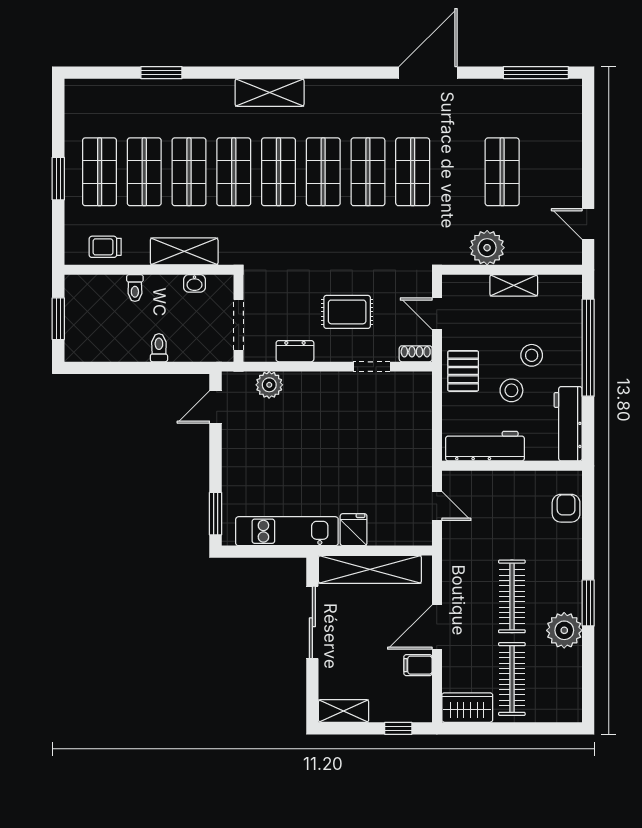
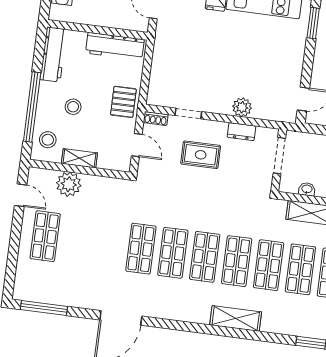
shop shelf: (502, 172) -> (45, 236), moved
plant: (487, 248) -> (69, 184), moved
plant: (269, 385) -> (242, 107), moved
stool: (511, 390) -> (48, 140), moved

